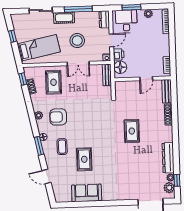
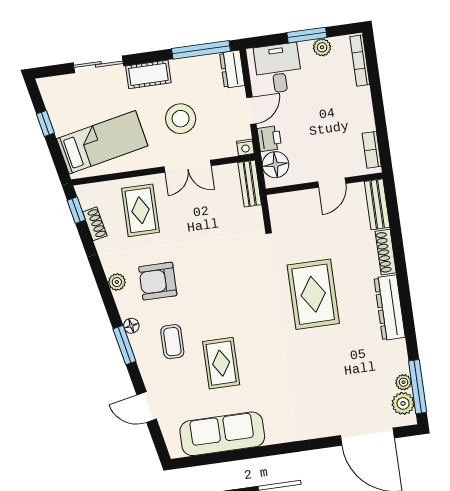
window: (131, 7) -> (307, 35), moved
window: (78, 9) -> (201, 50), moved
rug: (132, 131) -> (313, 294), width x1.36, depth x1.43
dresser: (168, 158) -> (390, 308), moved
window: (177, 180) -> (418, 387), width x2.17
sofa: (87, 193) -> (222, 434), width x1.36

